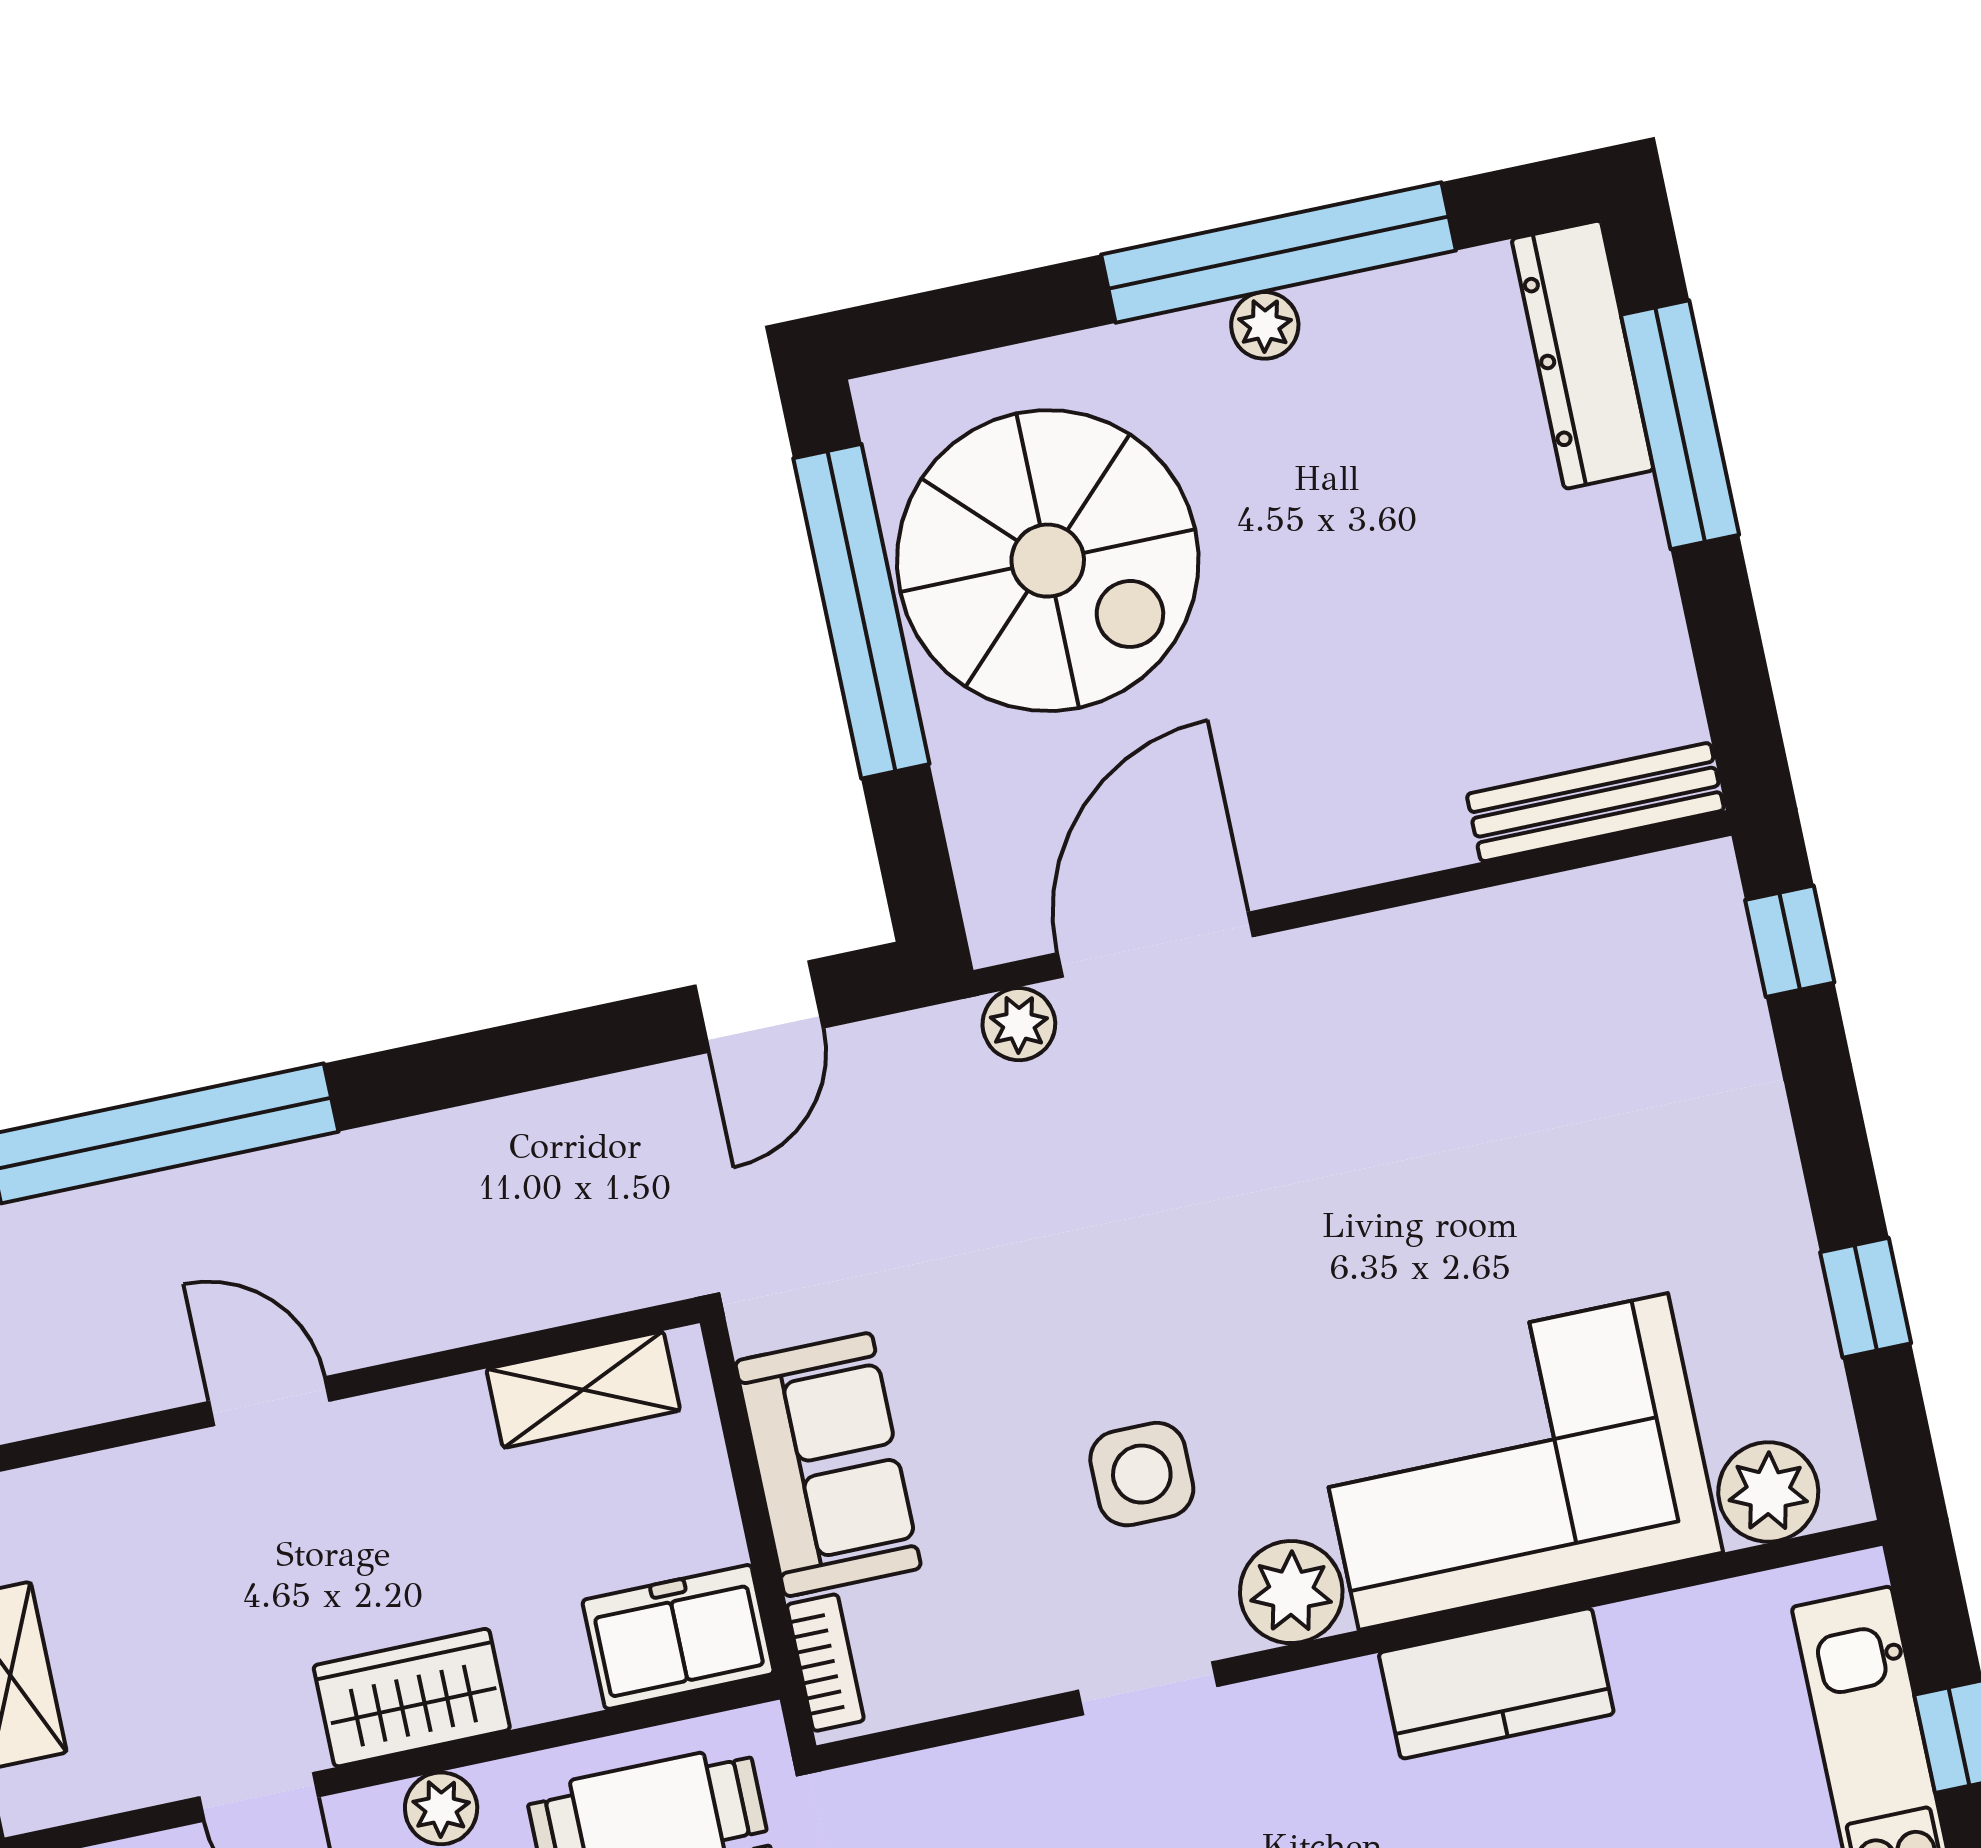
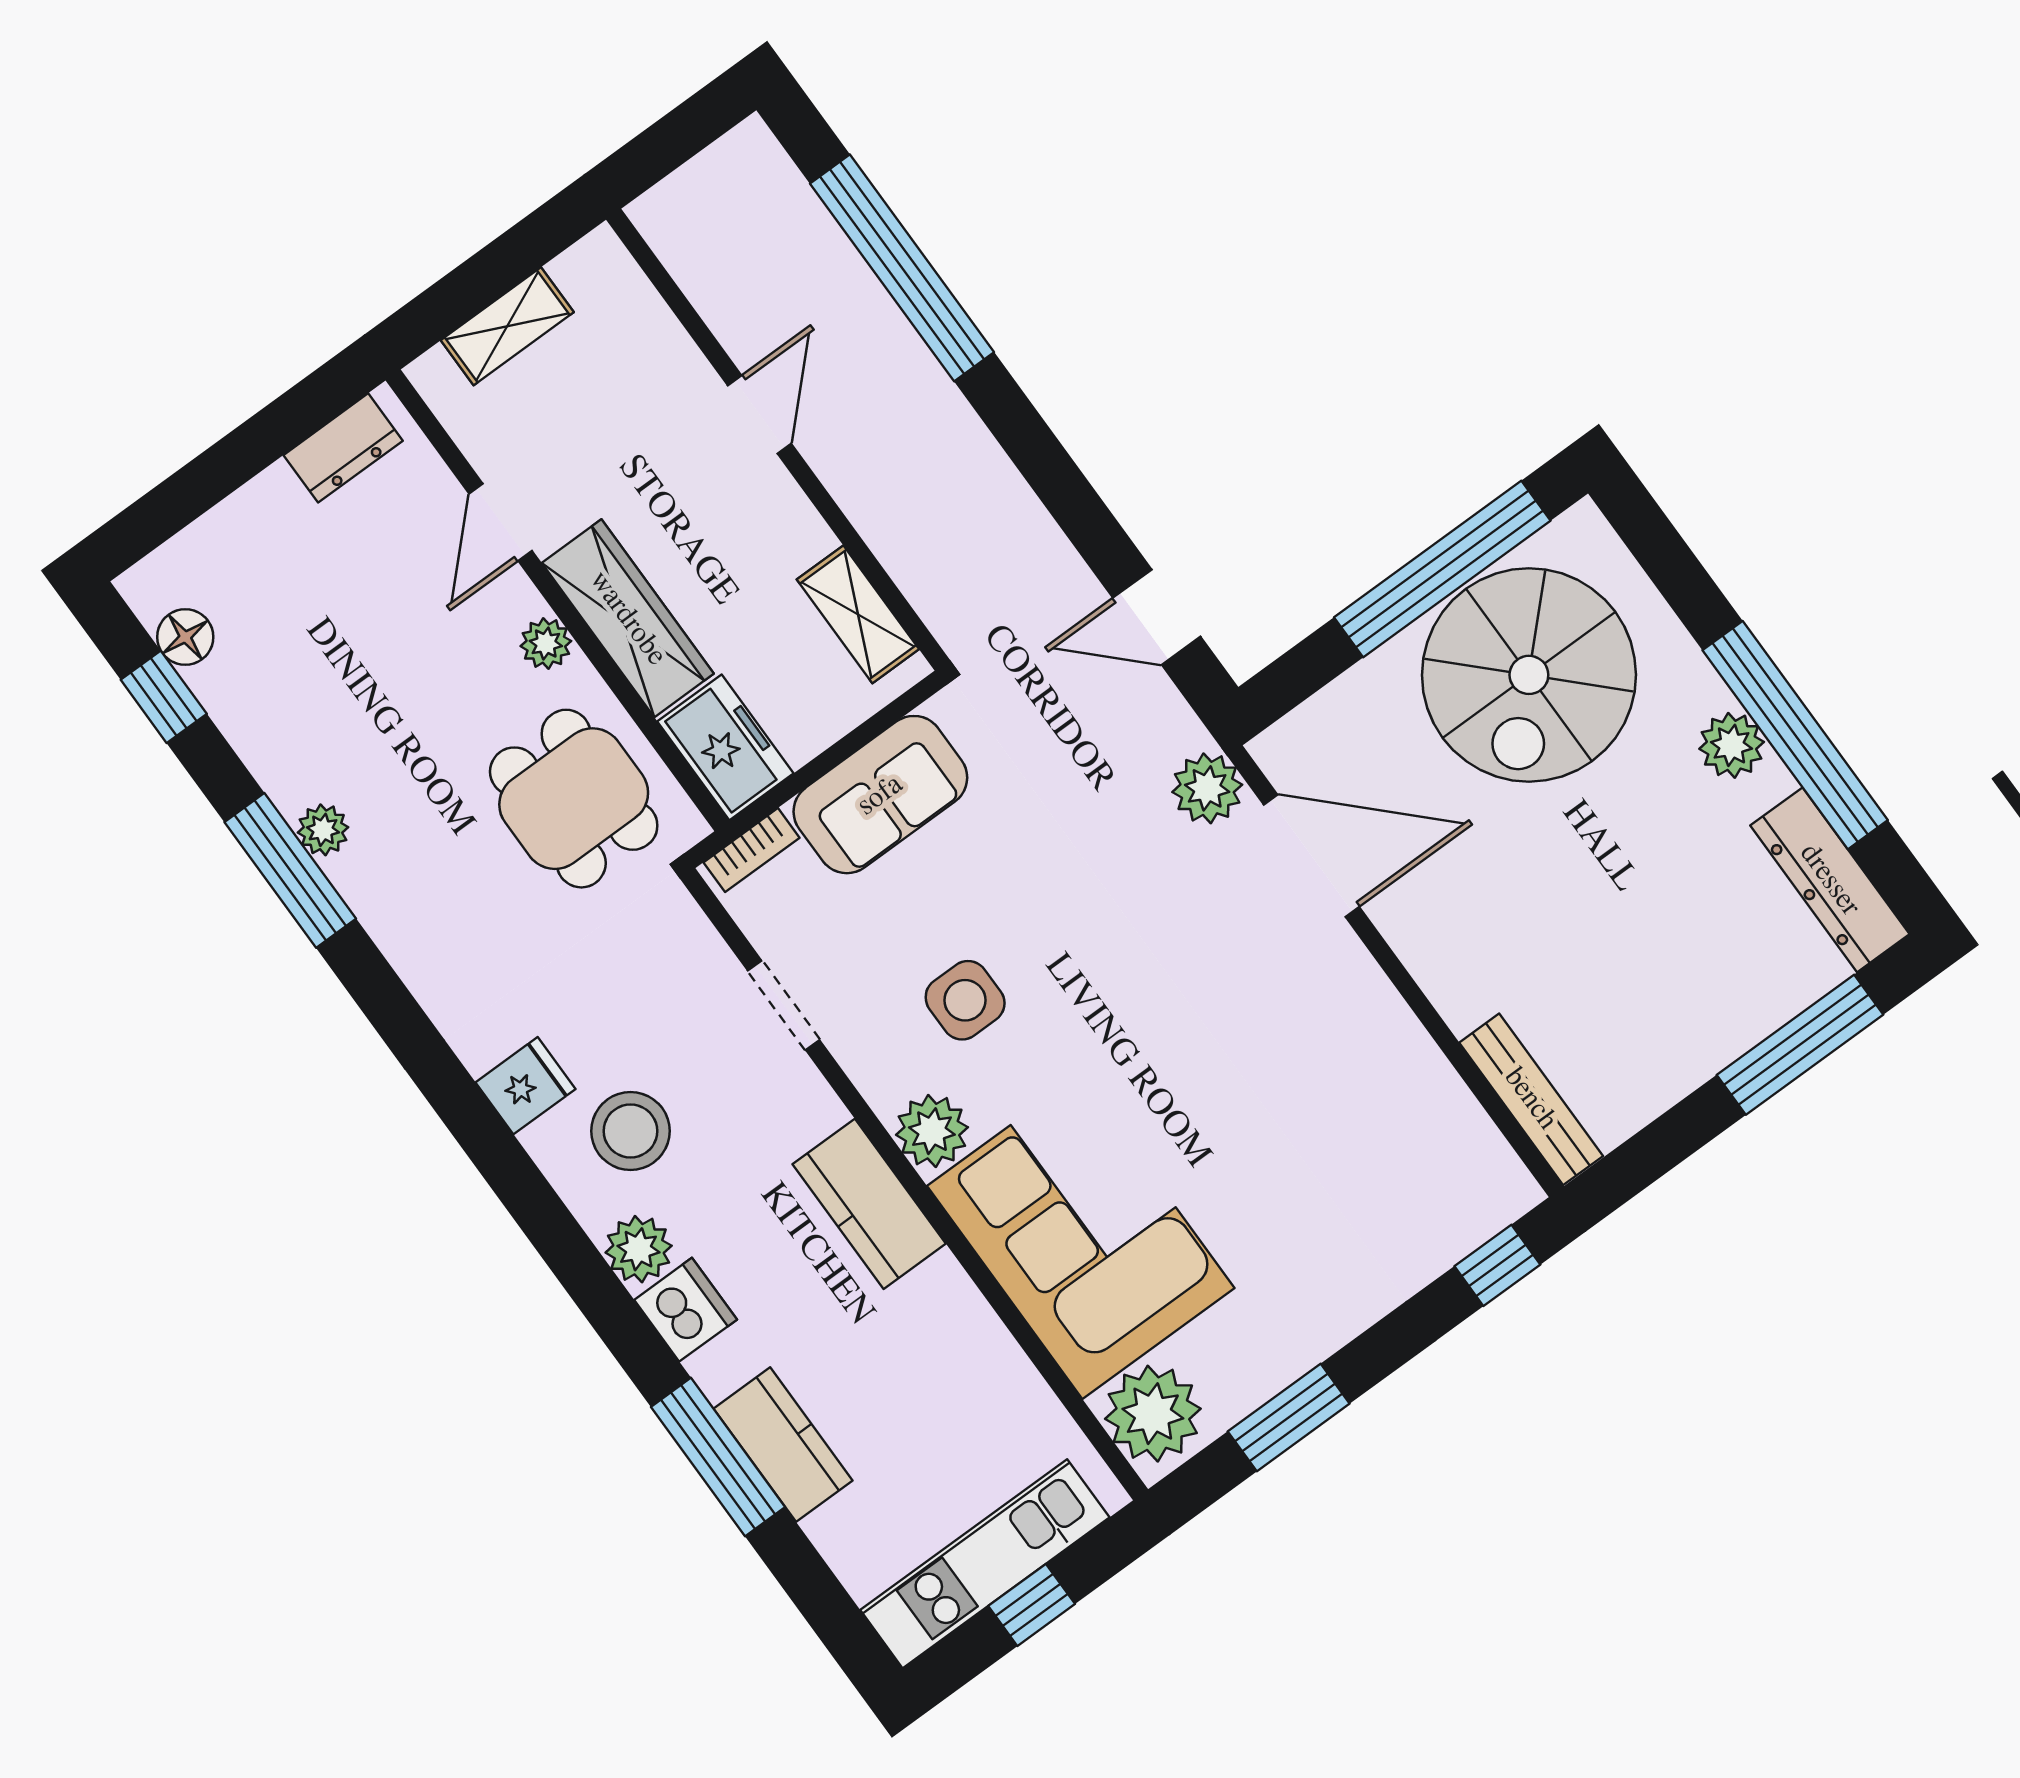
plant: (1265, 325) -> (1732, 745), width x1.38, depth x1.38
dresser: (1583, 355) -> (1830, 880), moved, turned -90
plant: (1019, 1024) -> (1207, 788), width x1.38, depth x1.38
window: (1866, 1298) -> (1289, 1418), width x1.50
plant: (1768, 1492) -> (1153, 1414), width x1.36, depth x1.36
kitchen counter: (1496, 1683) -> (869, 1204), moved
doorway: (1148, 1688) -> (784, 1005), moved
wardrobe: (412, 1698) -> (628, 618), width x1.50

